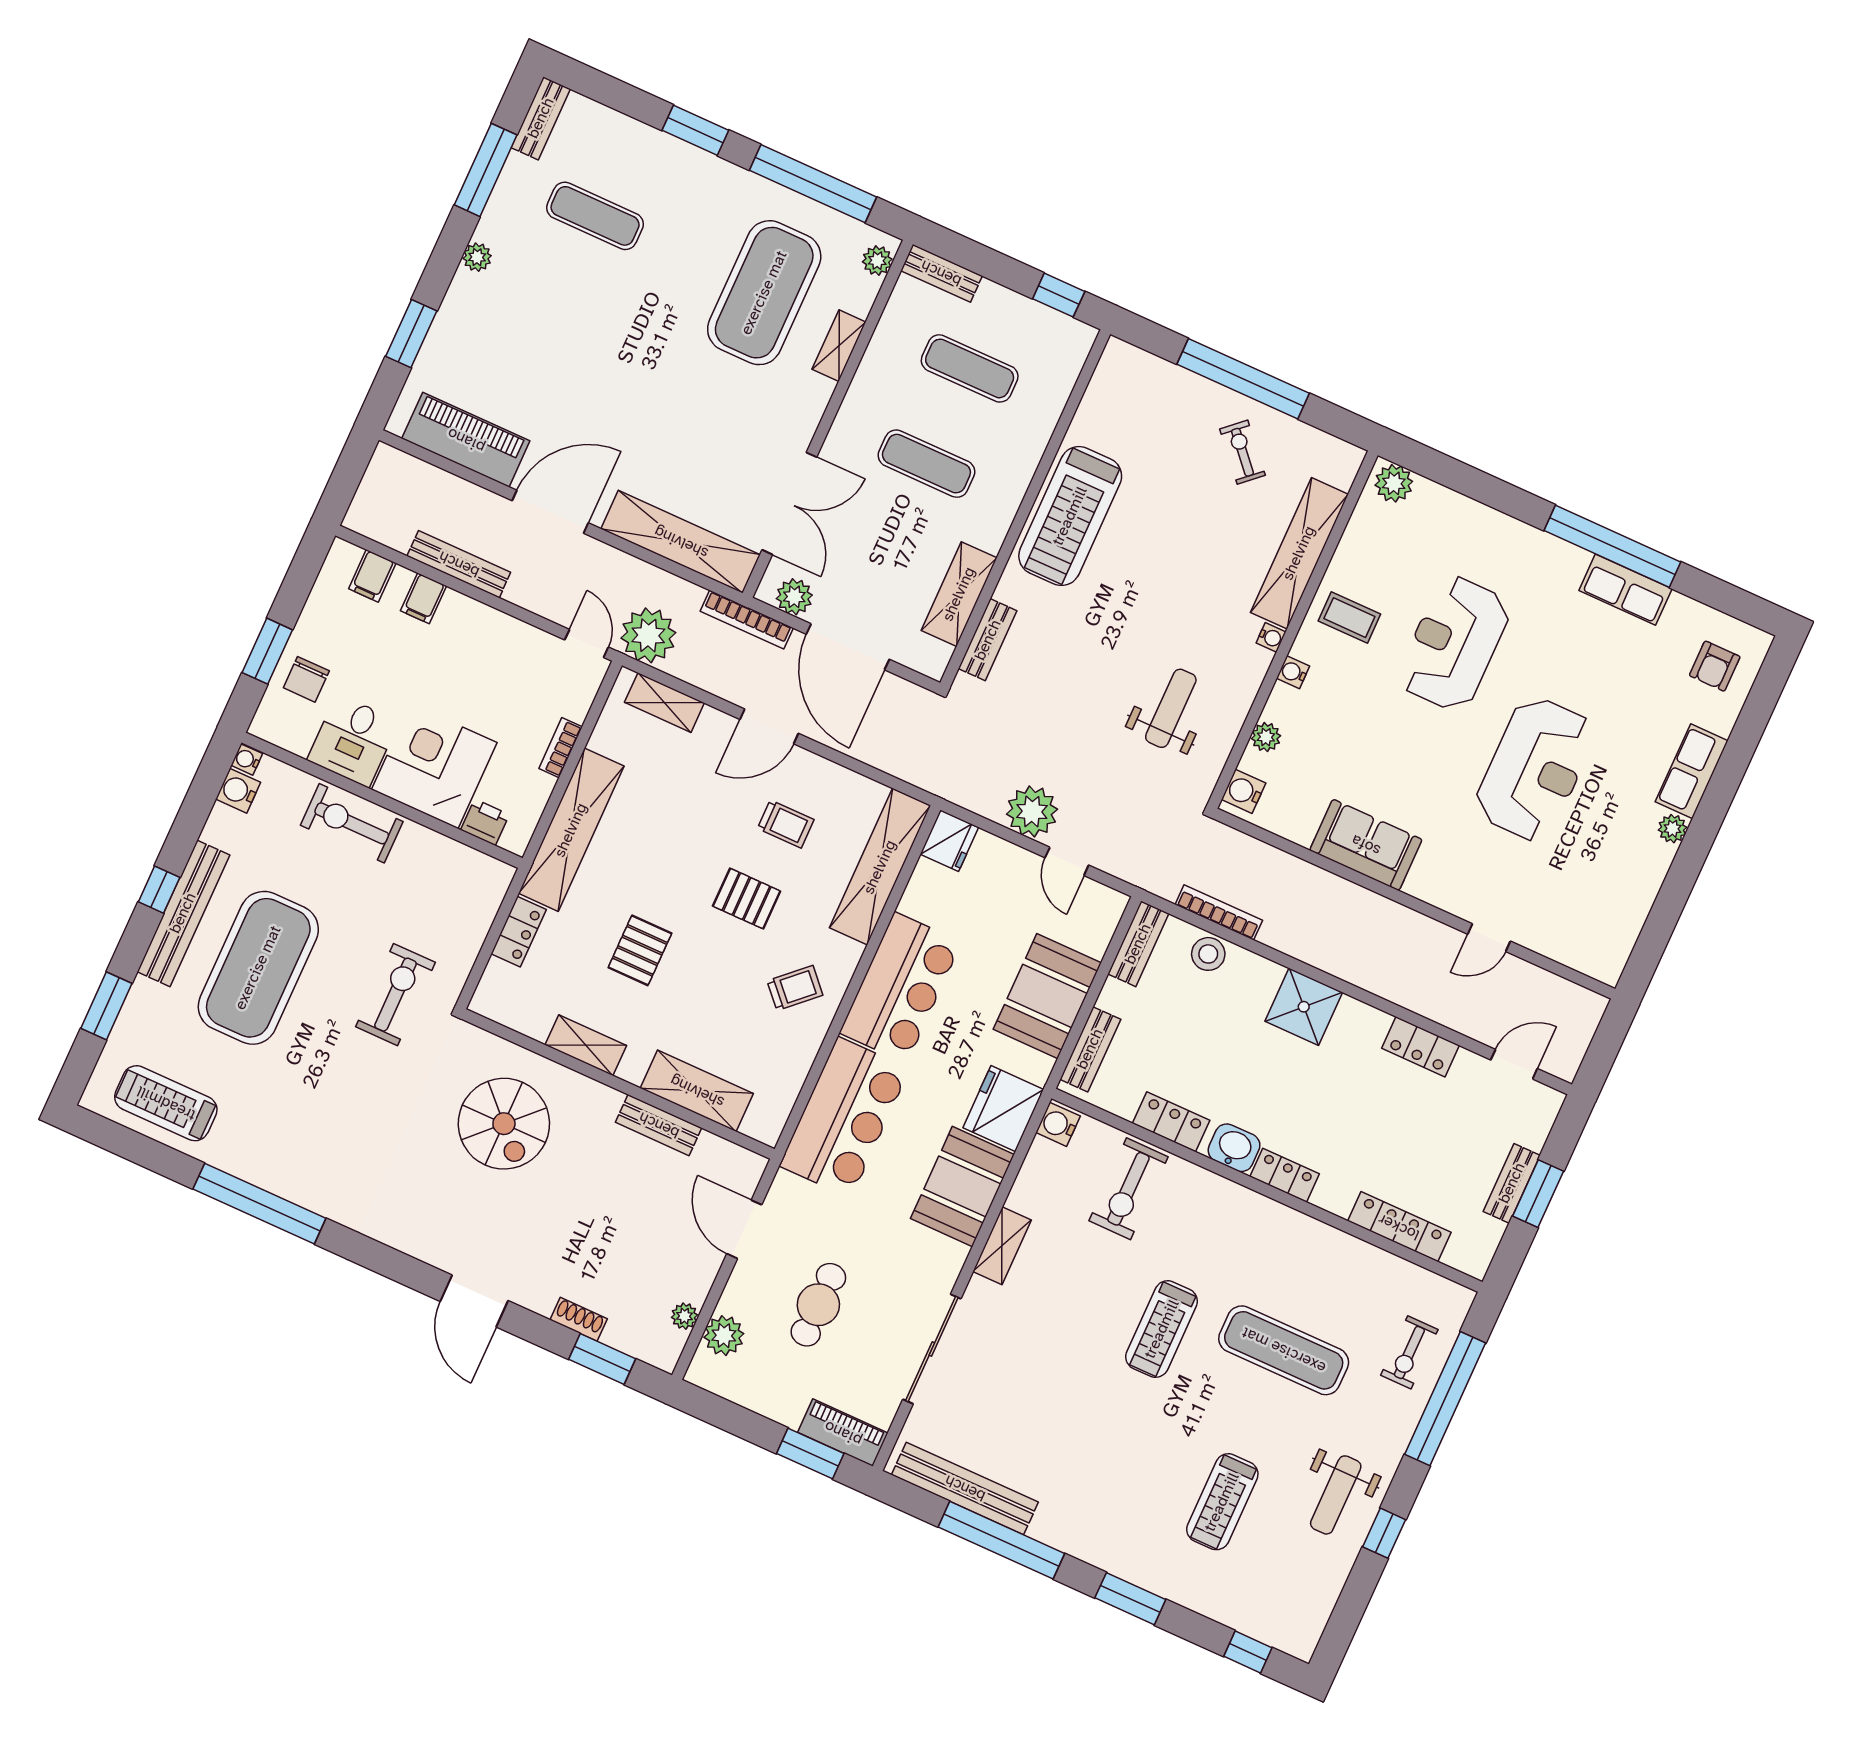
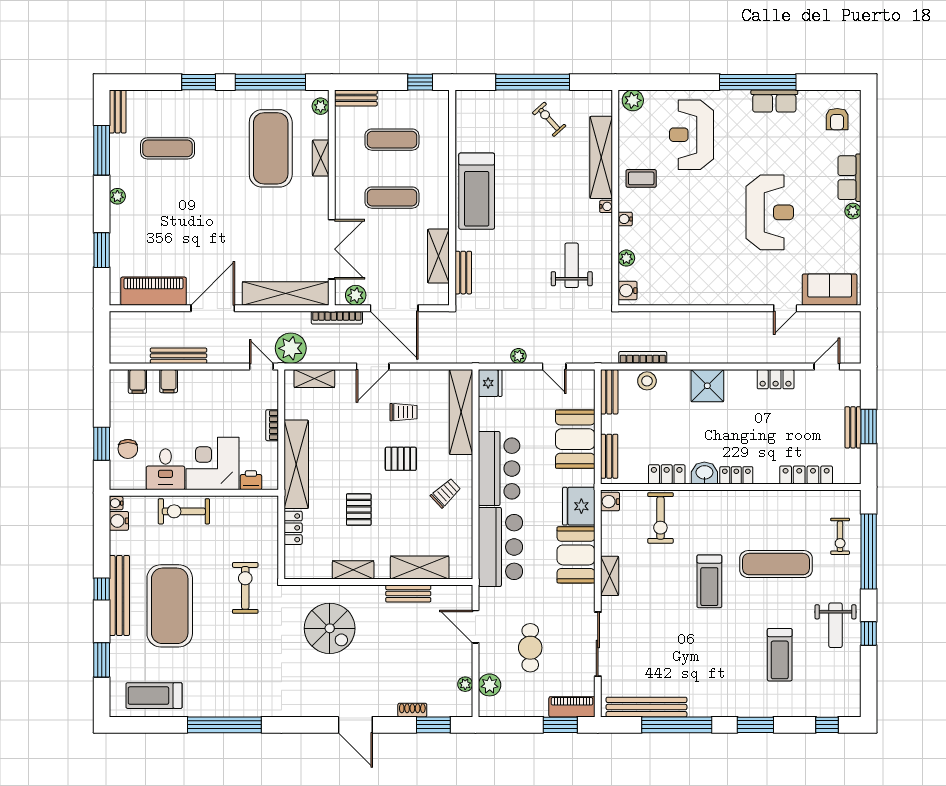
reception desk: (1454, 643) -> (692, 135), moved
plant: (1032, 812) -> (518, 356), width x0.53, depth x0.53
sofa: (1366, 845) -> (830, 290), moved

